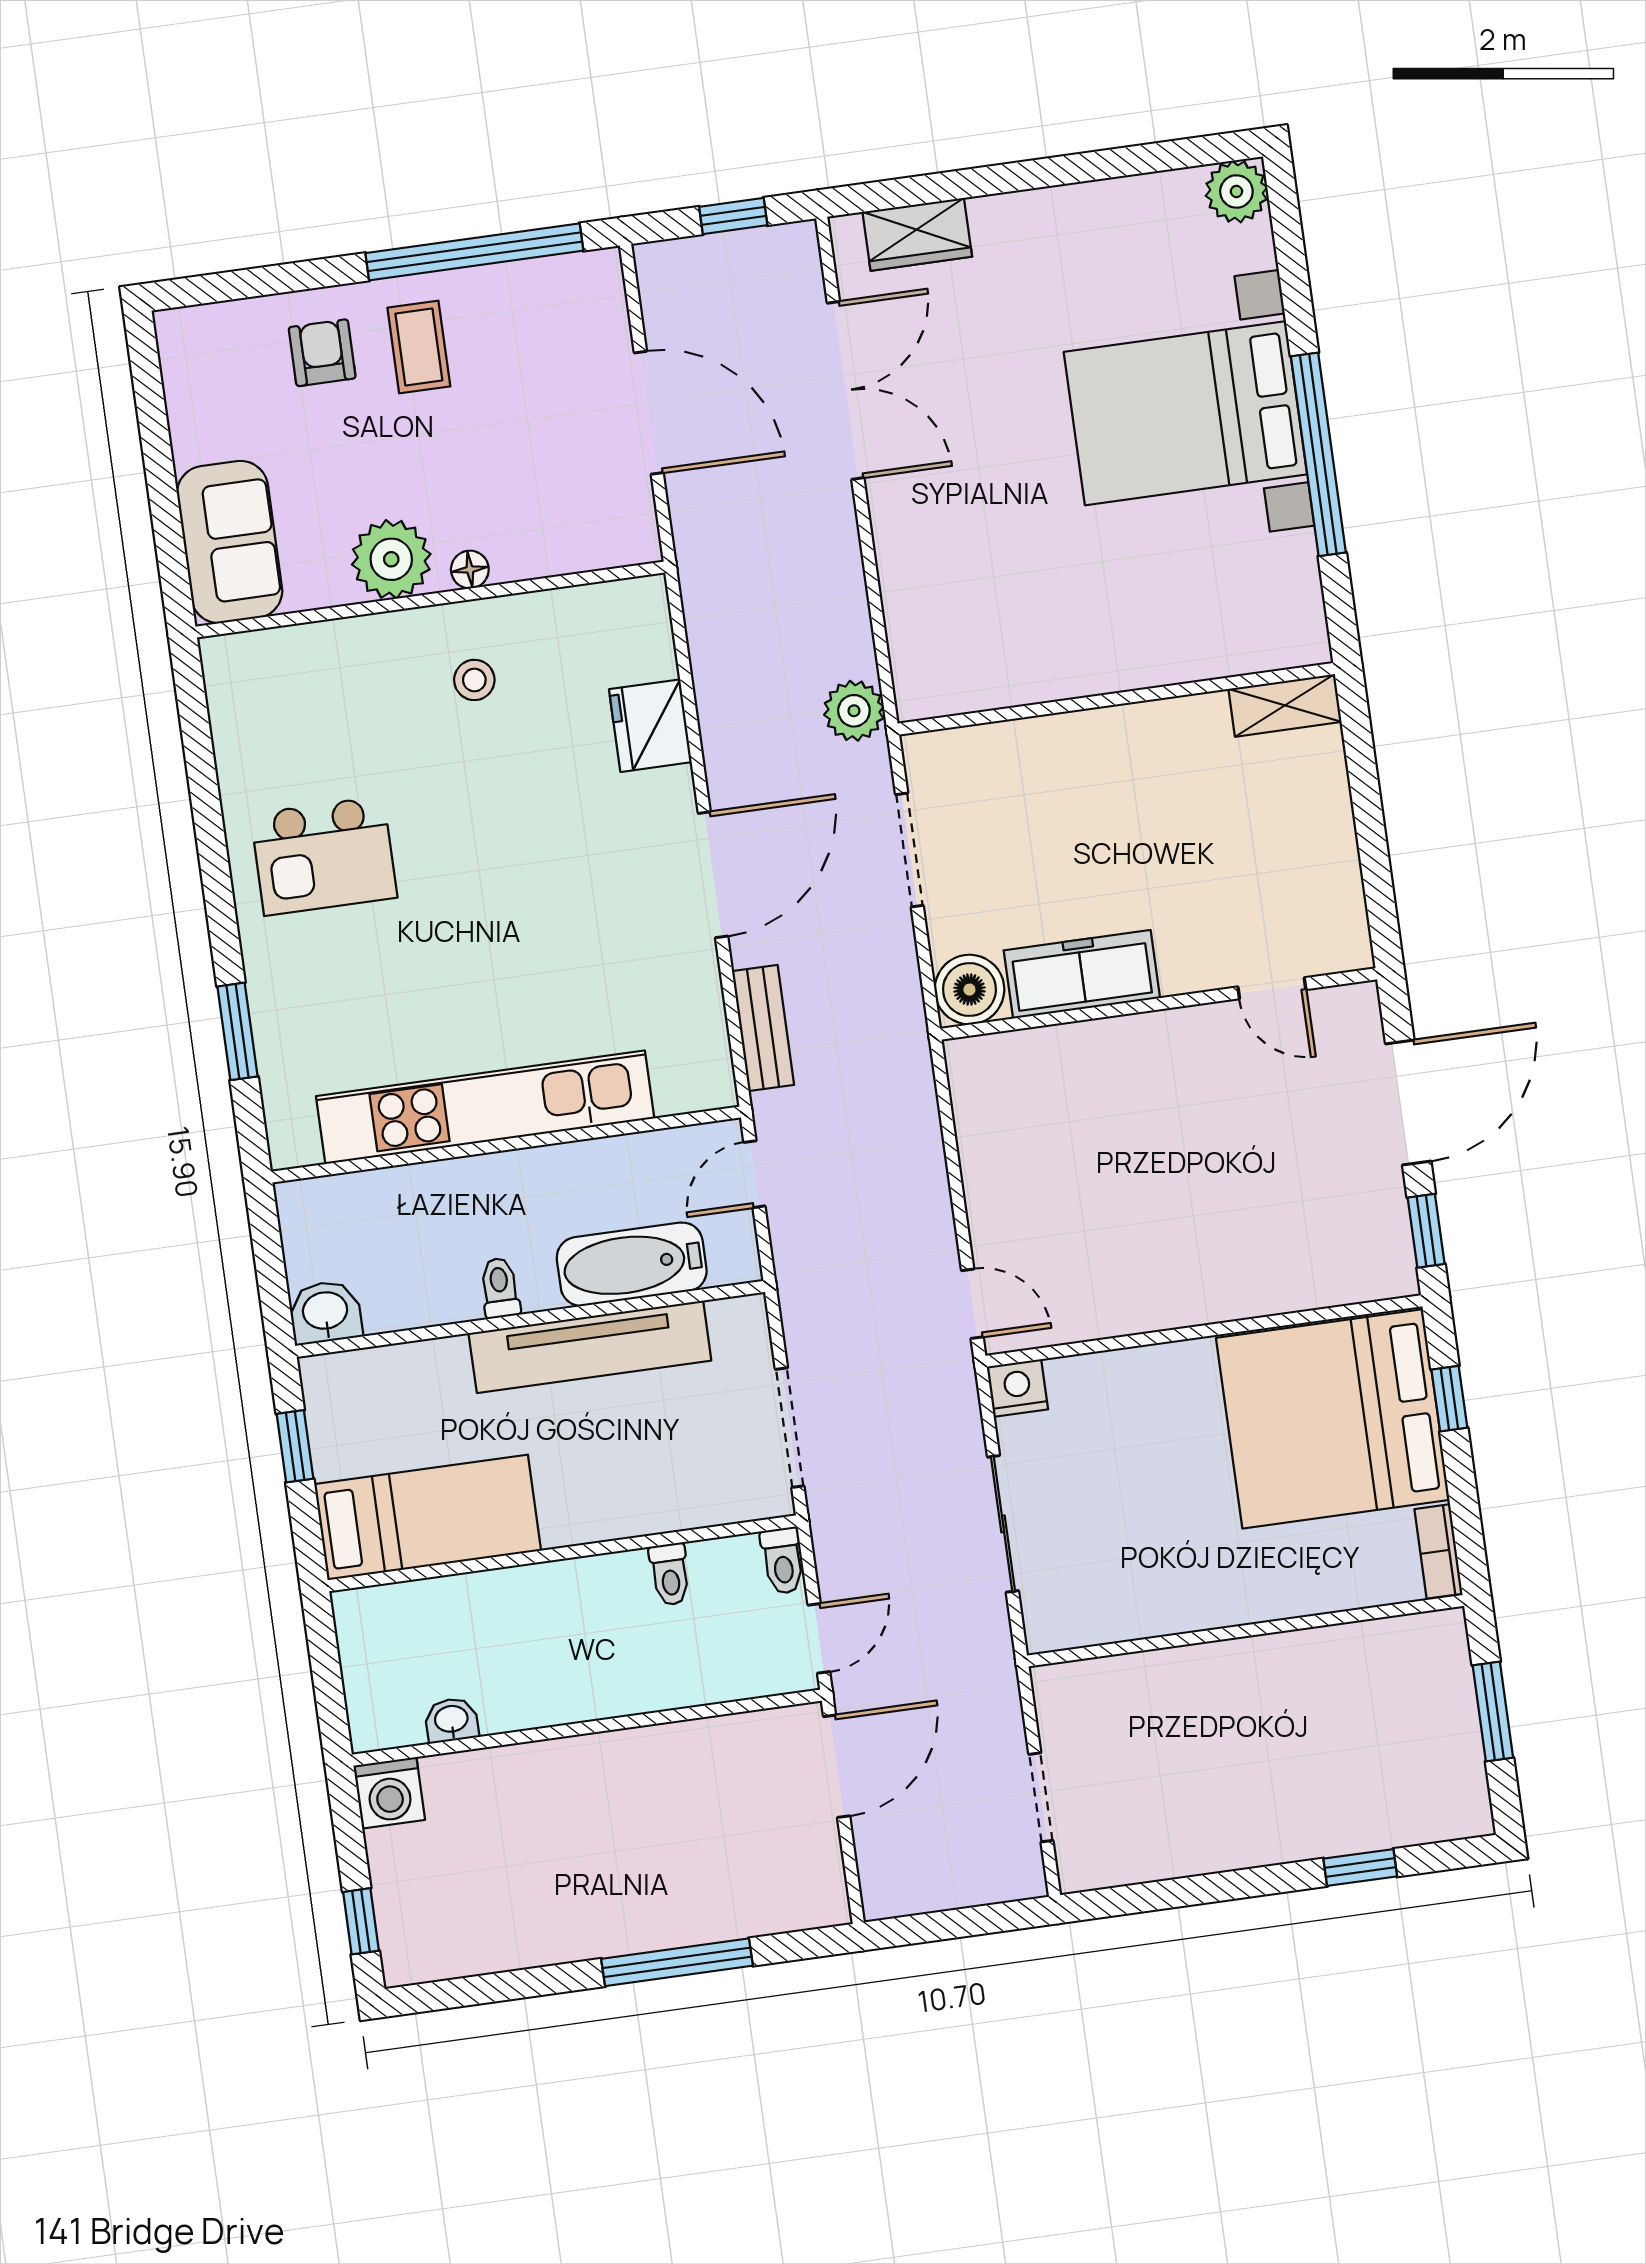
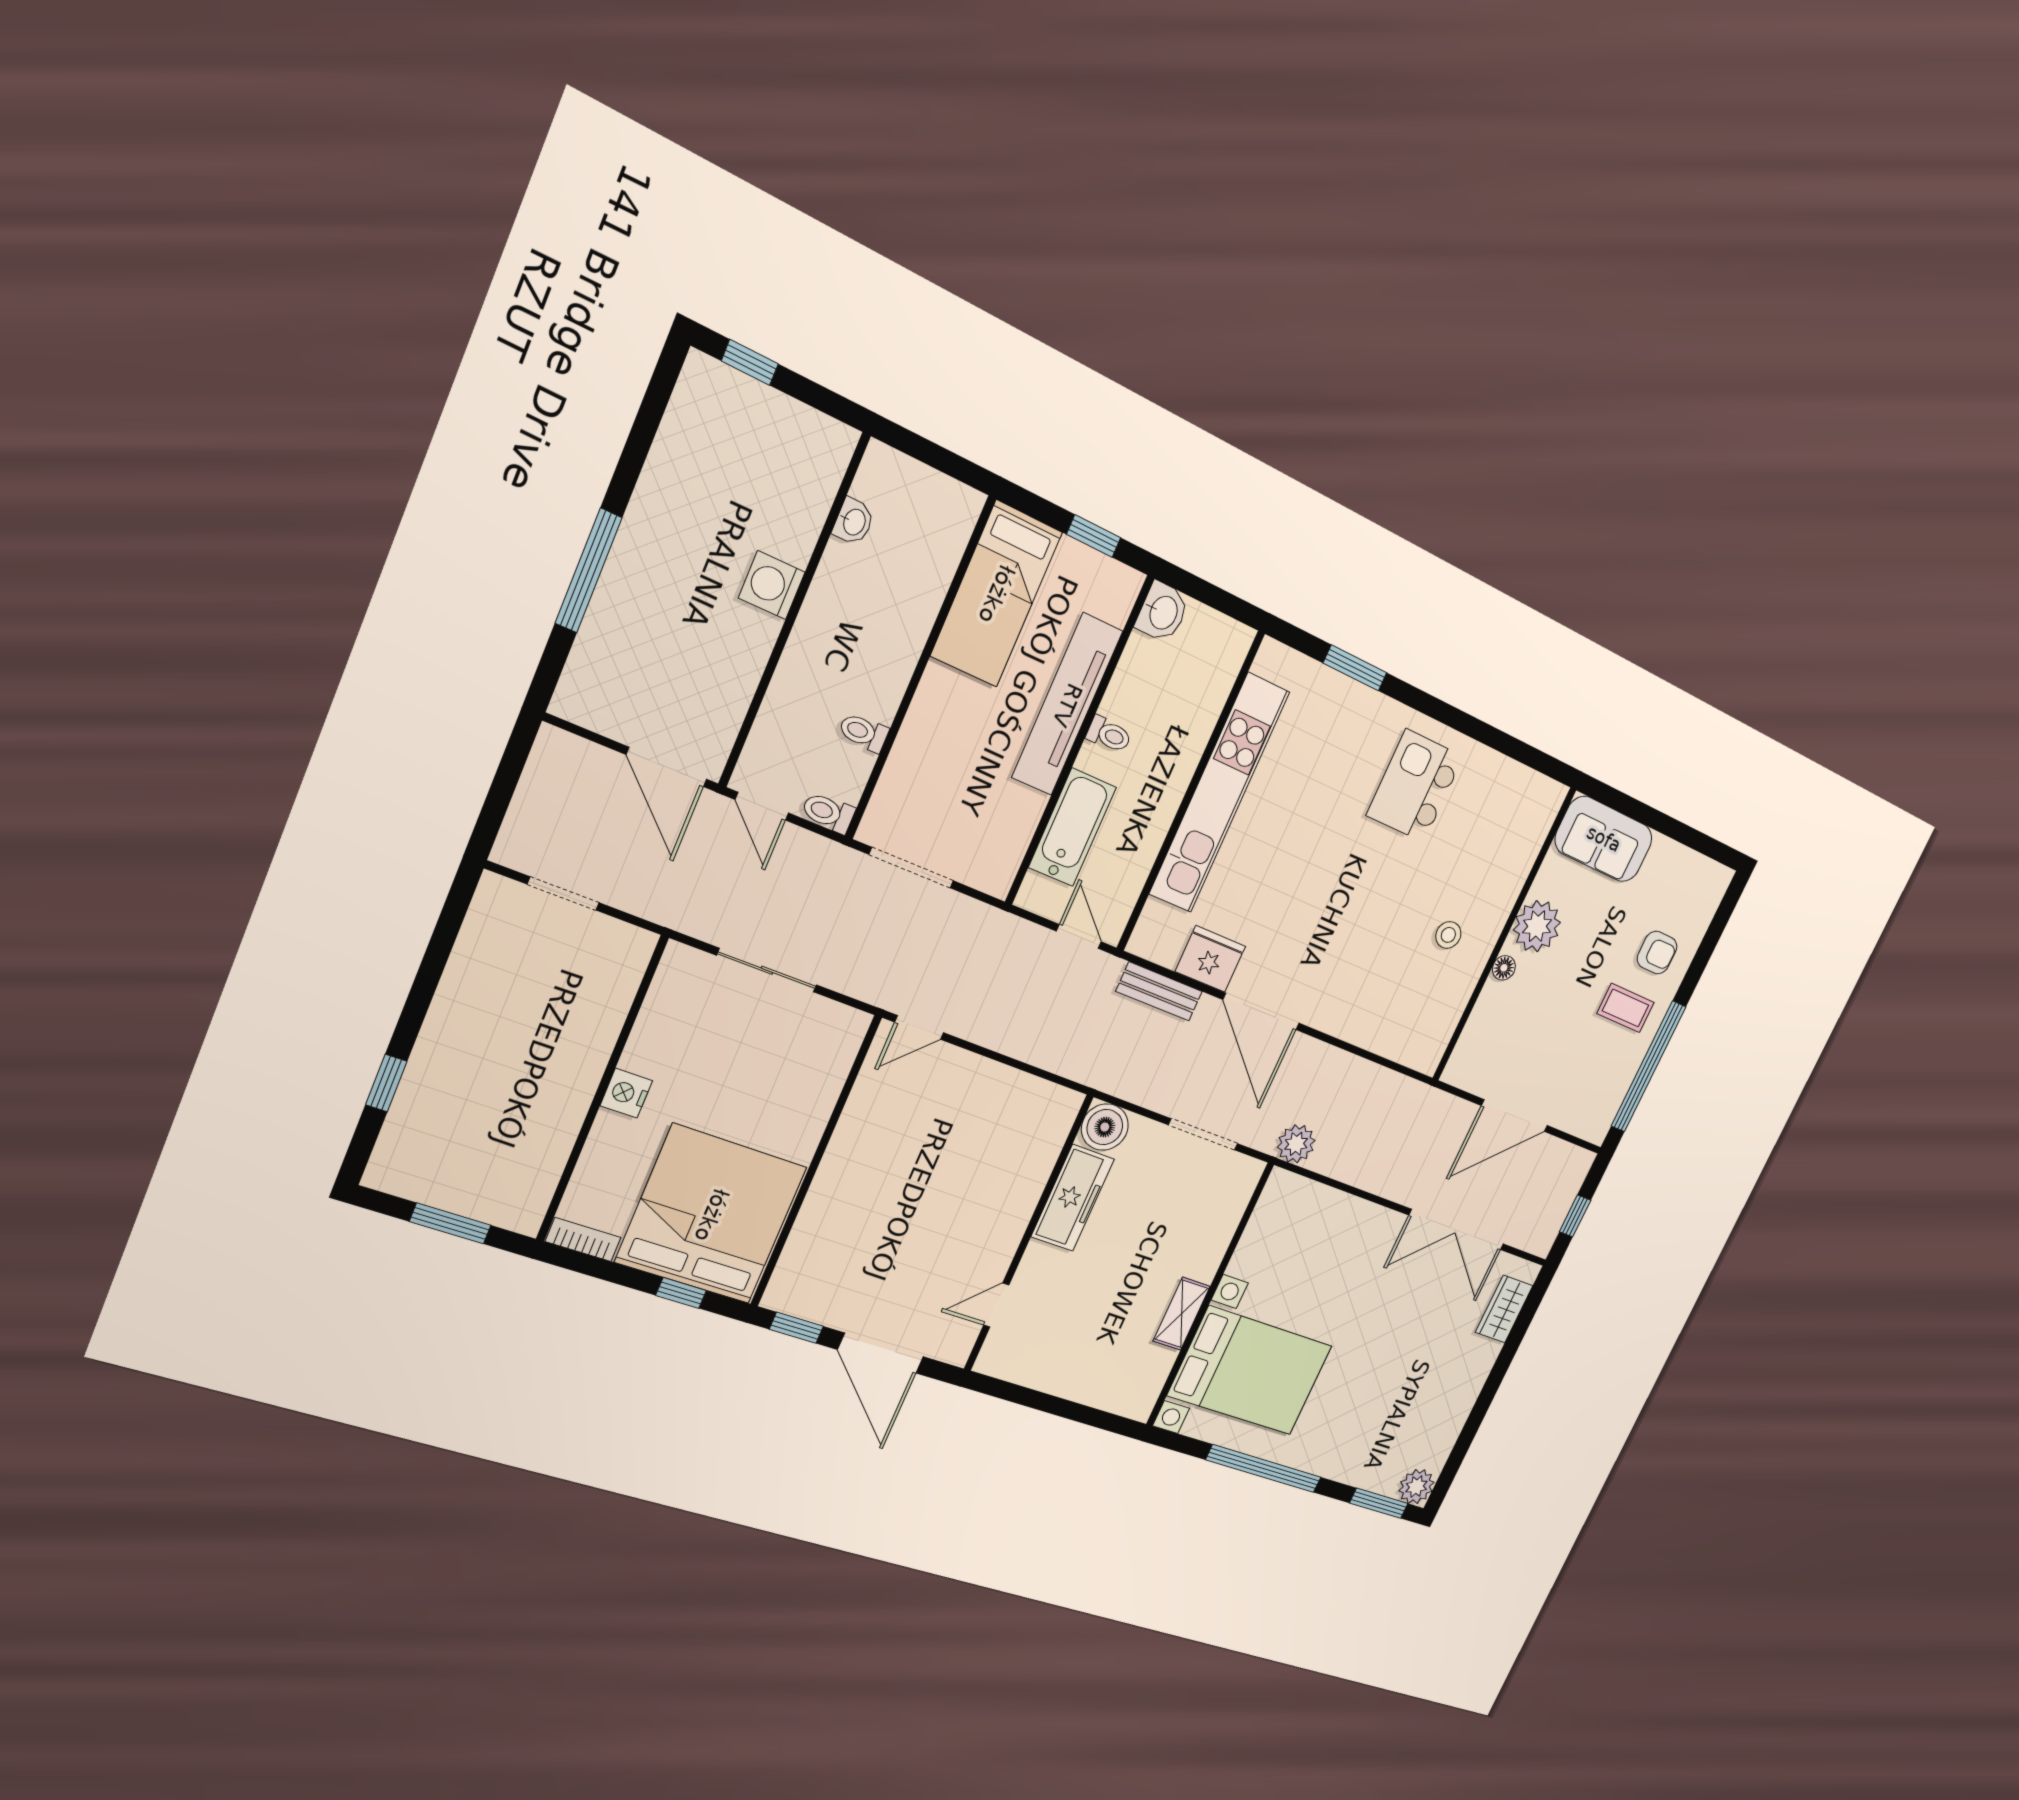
window: (1288, 236) -> (1379, 1503), added
bed with nightstands: (1185, 413) -> (1250, 1371), moved, turned 90
shelving: (1285, 705) -> (1182, 1314), moved
fridge: (650, 726) -> (1210, 959), moved
tv unit: (590, 1347) -> (1067, 705), moved
nightstand: (1017, 1388) -> (626, 1093), moved, turned 180
washing machine: (389, 1793) -> (772, 585), moved

